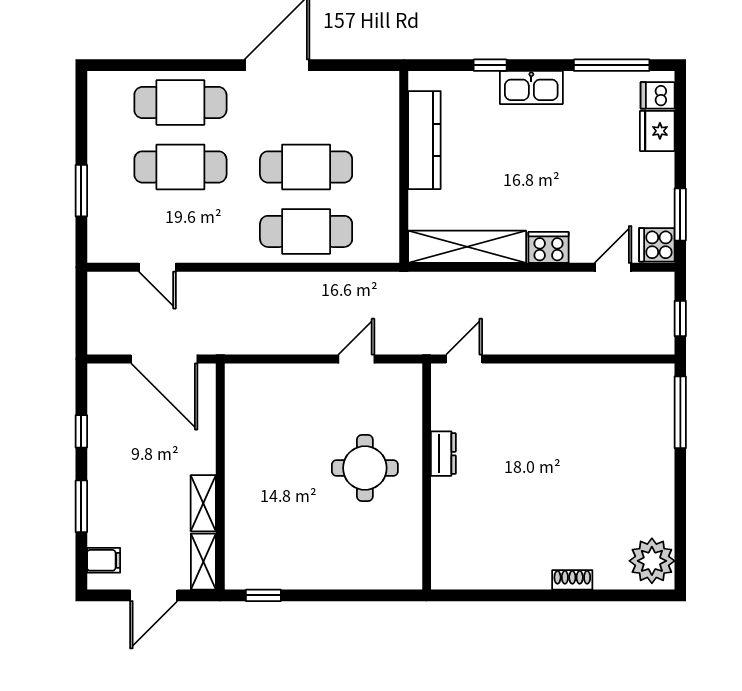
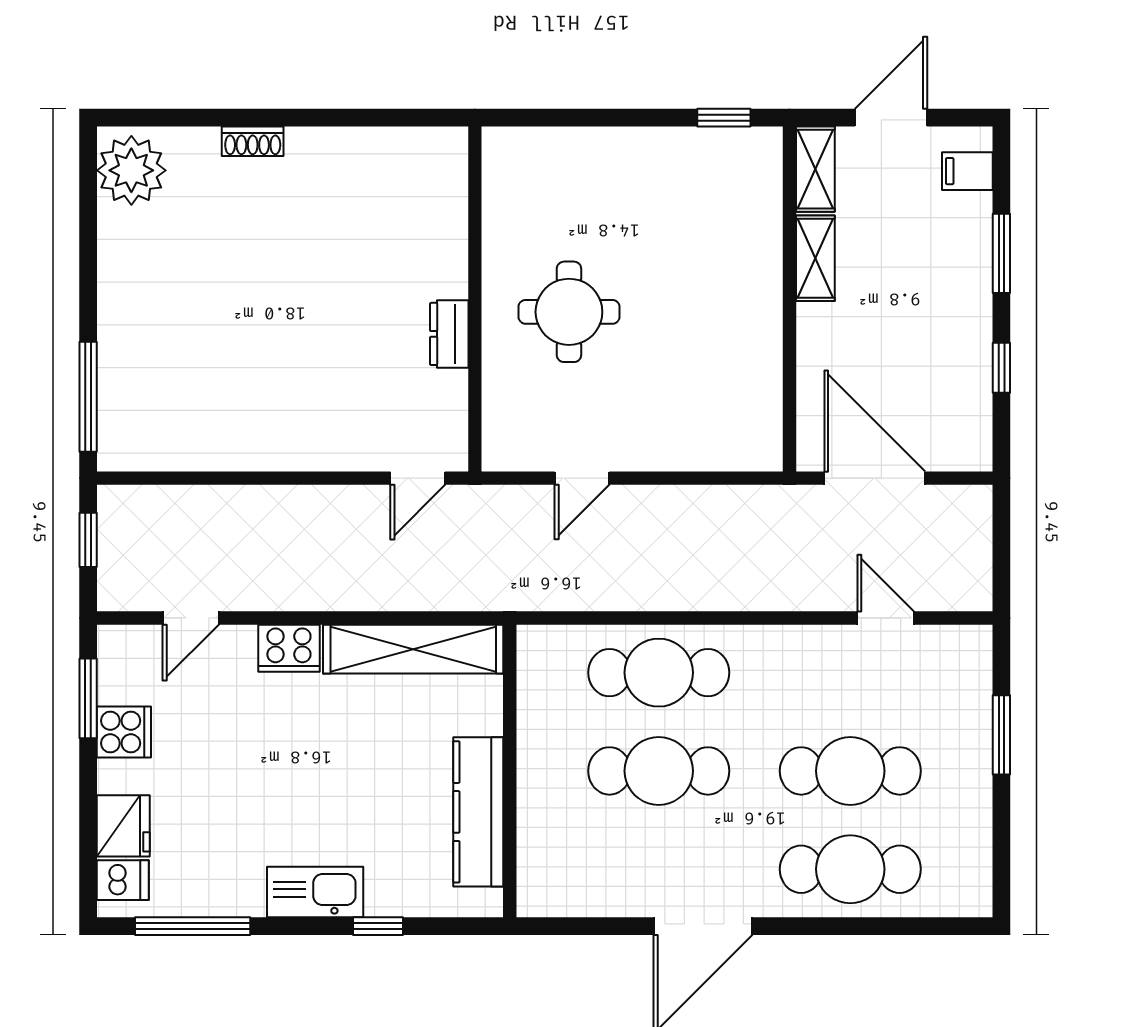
cooker: (657, 245) -> (124, 732), moved

